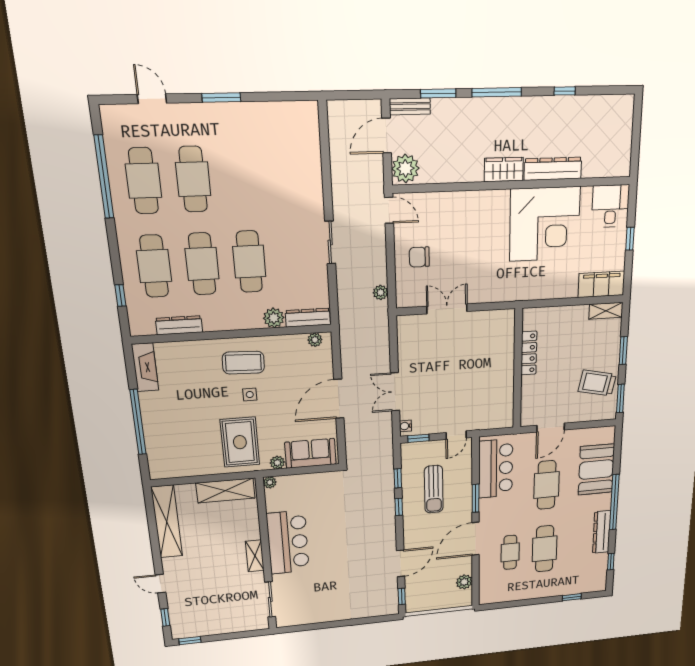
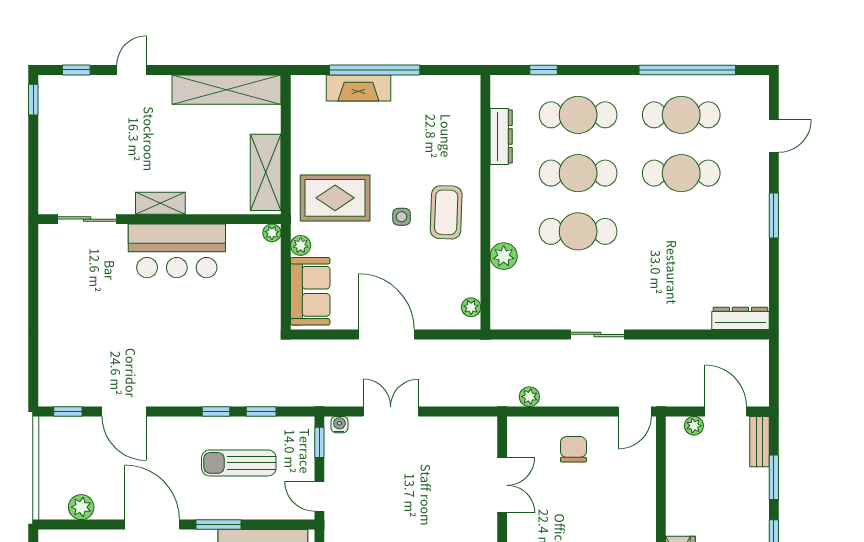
plant: (405, 169) -> (694, 426), width x0.53, depth x0.53
dresser: (308, 318) -> (740, 318), moved, turned -90
fireplace: (145, 367) -> (358, 88), moved

